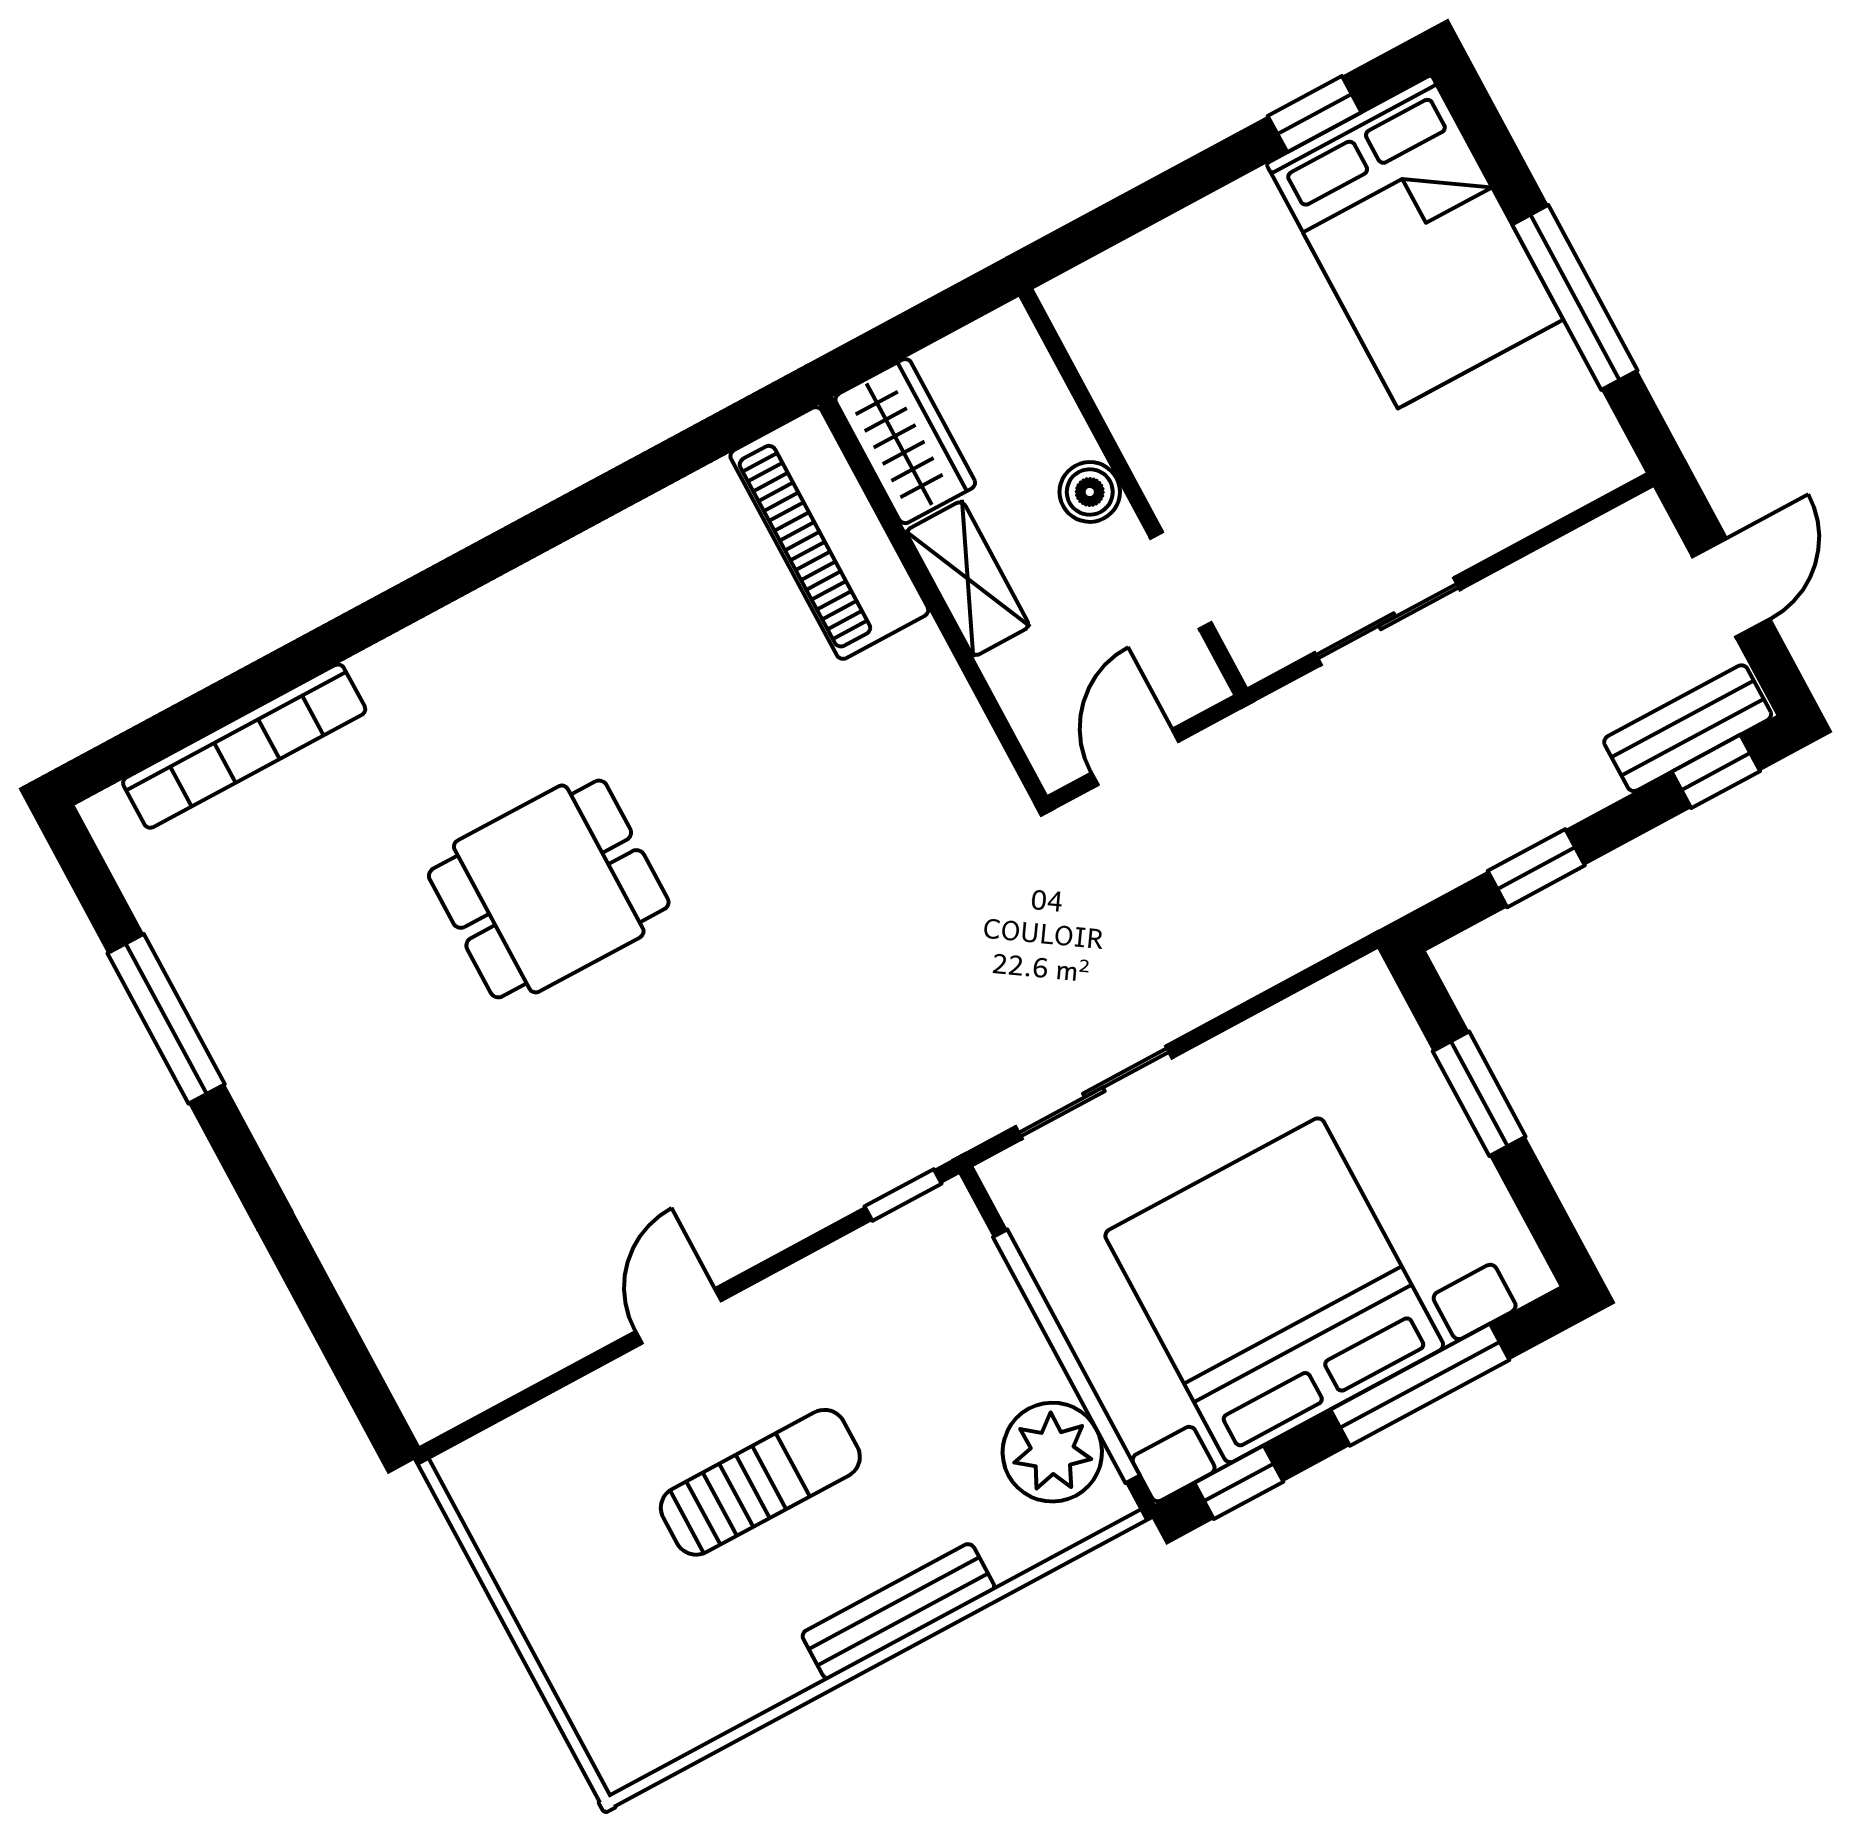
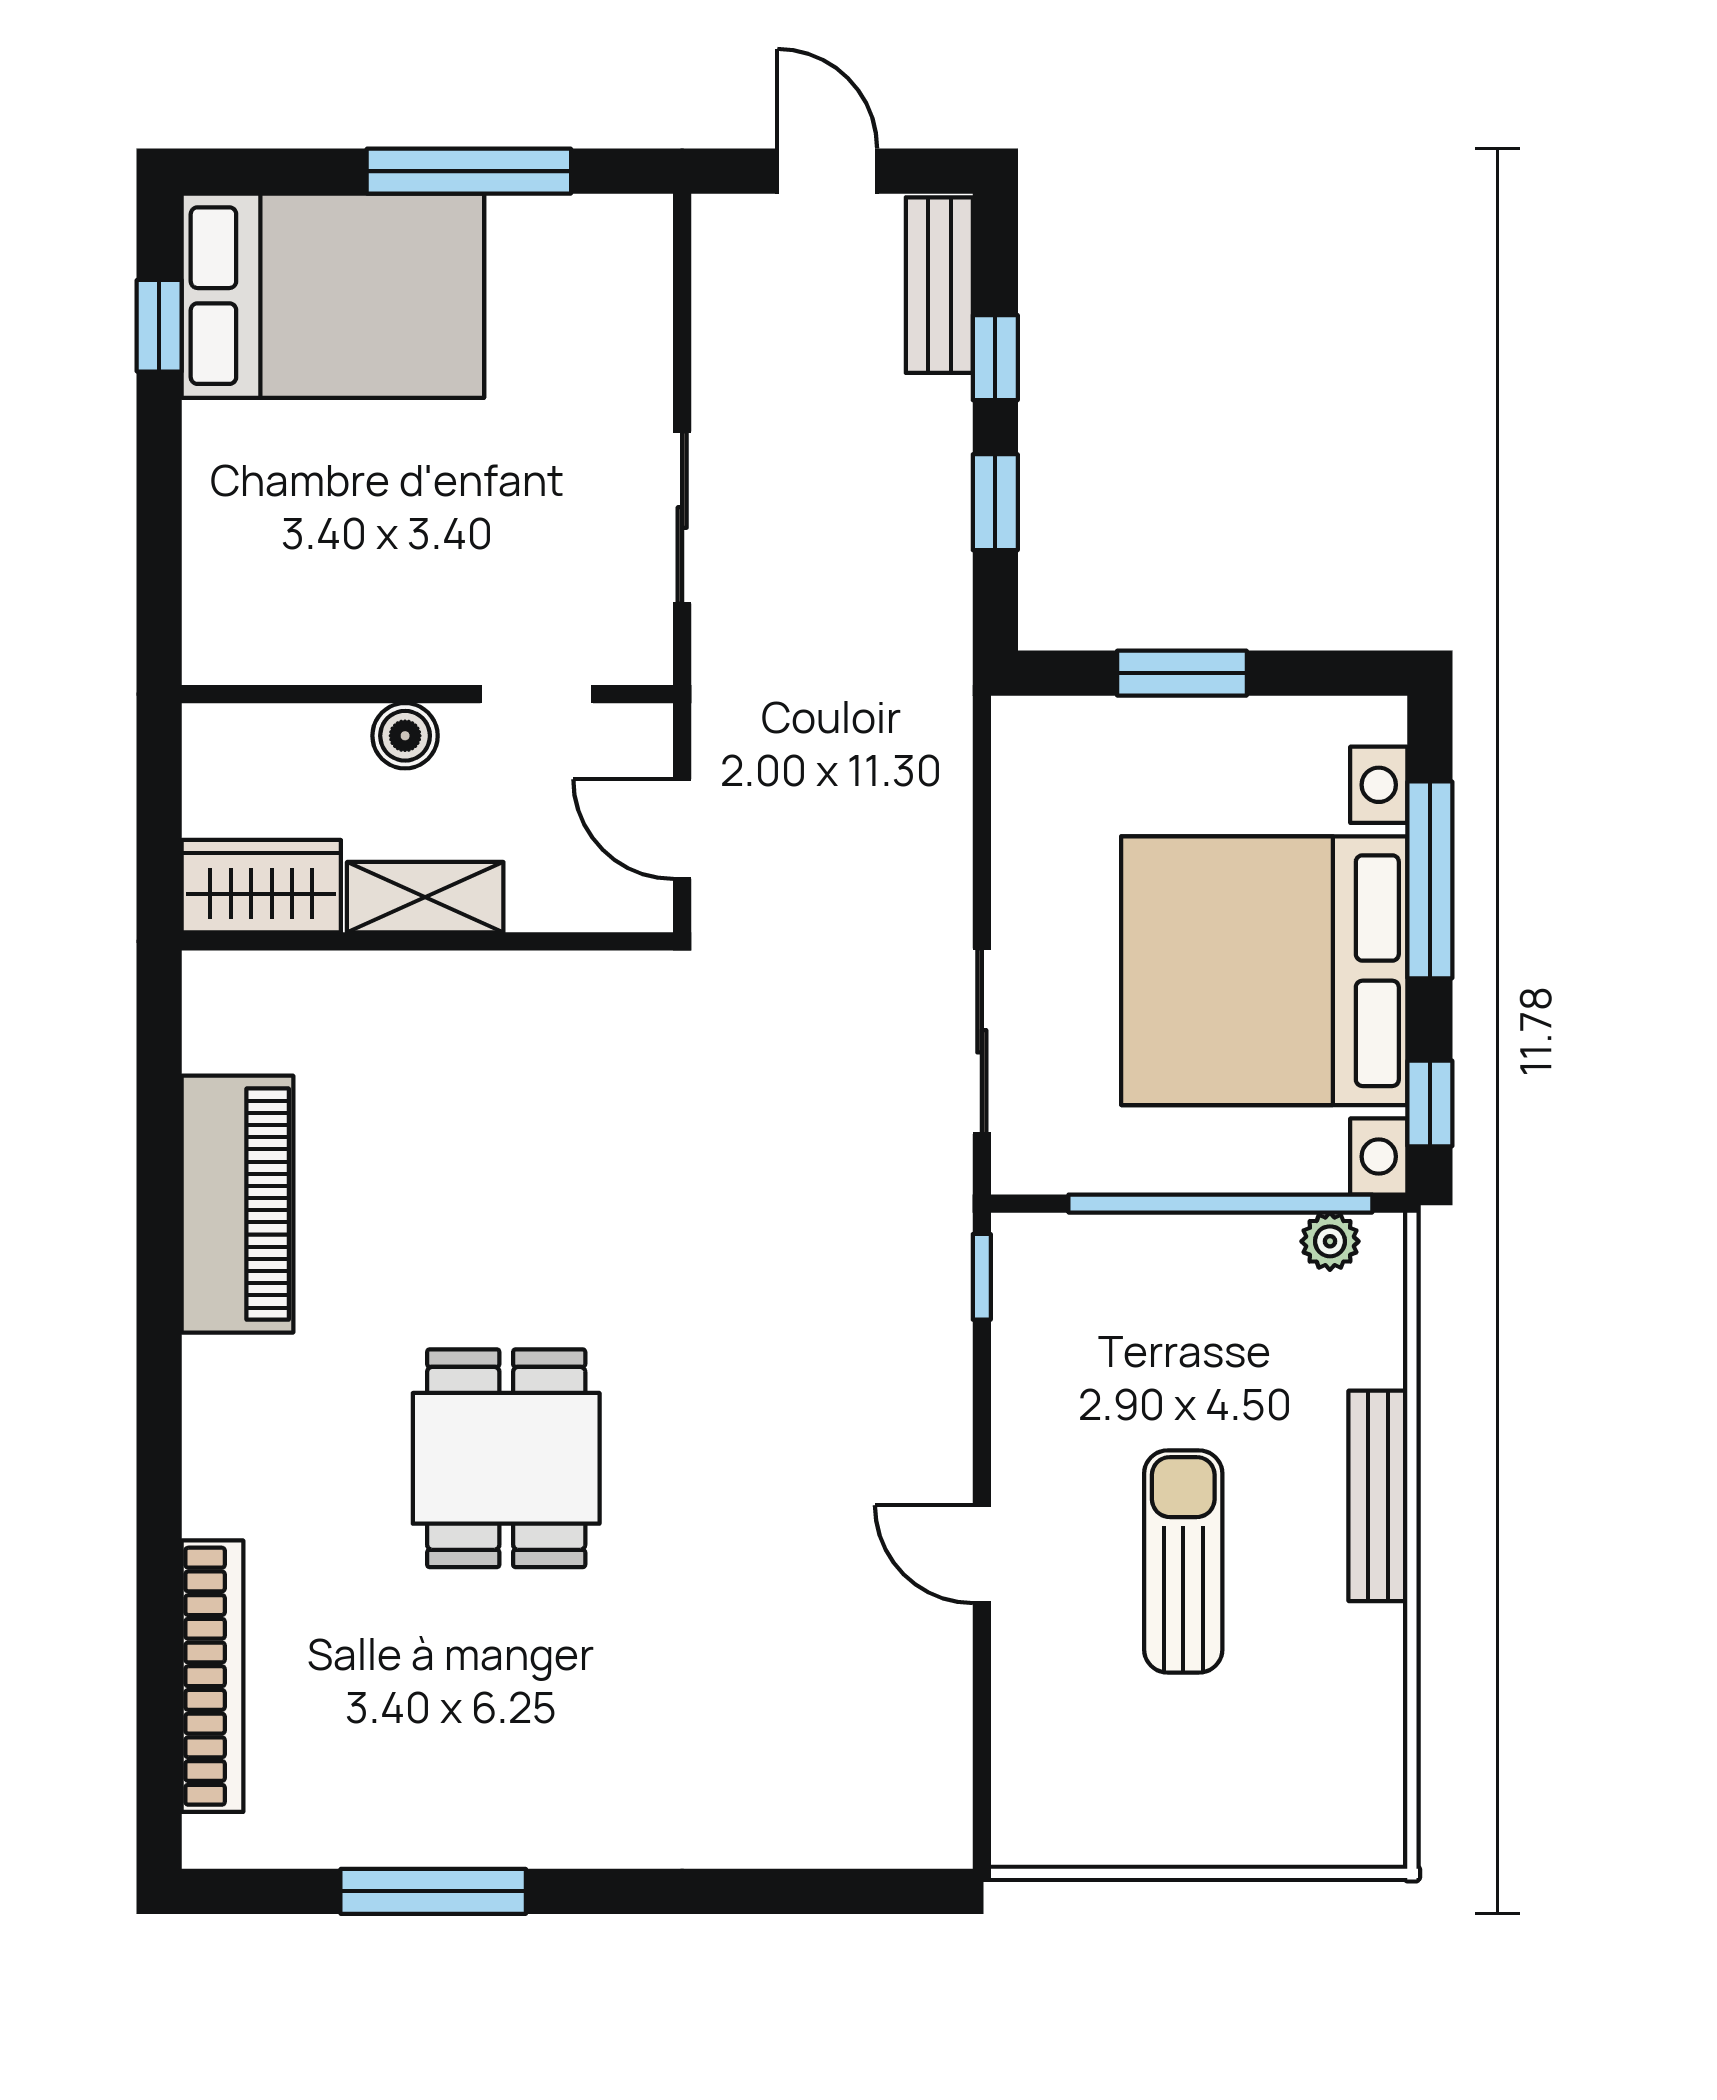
piano: (829, 533) -> (237, 1204), moved, turned -90
window: (1716, 771) -> (995, 358), moved
plant: (1052, 1452) -> (1330, 1241), width x0.53, depth x0.53

